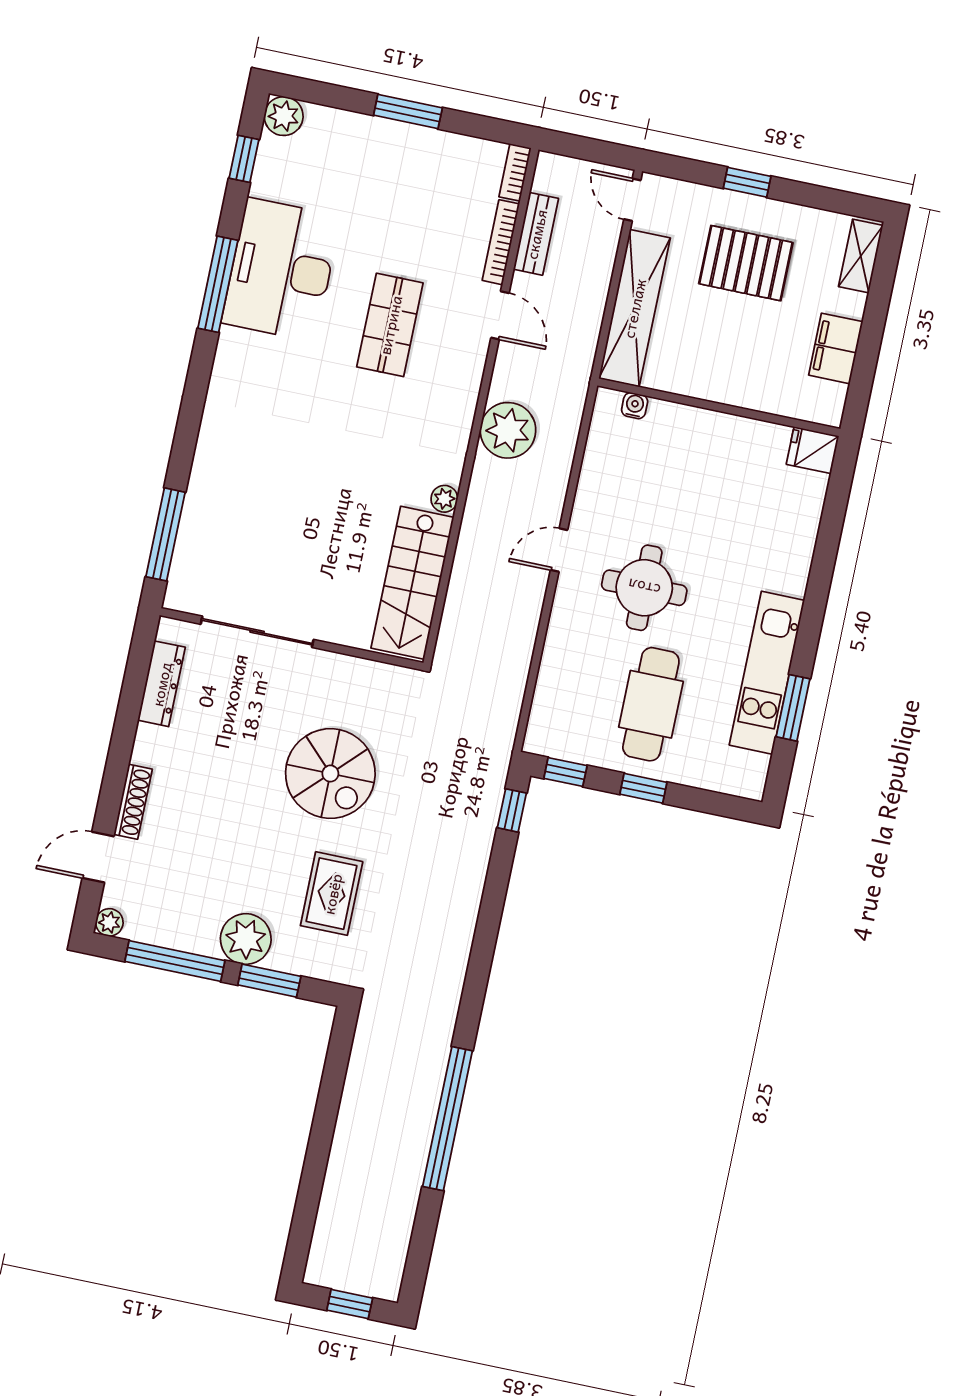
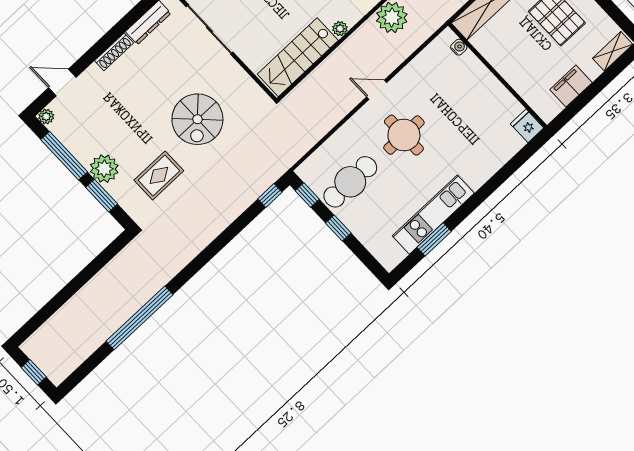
cafe table: (651, 704) -> (350, 182), moved
shoe rack: (133, 802) -> (114, 52), moved

